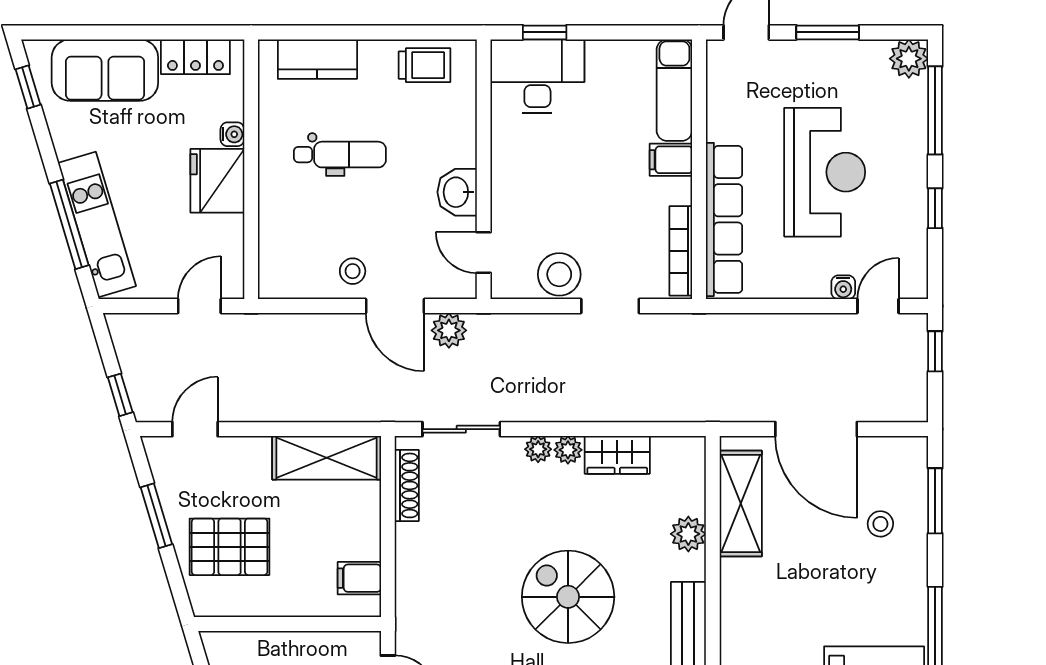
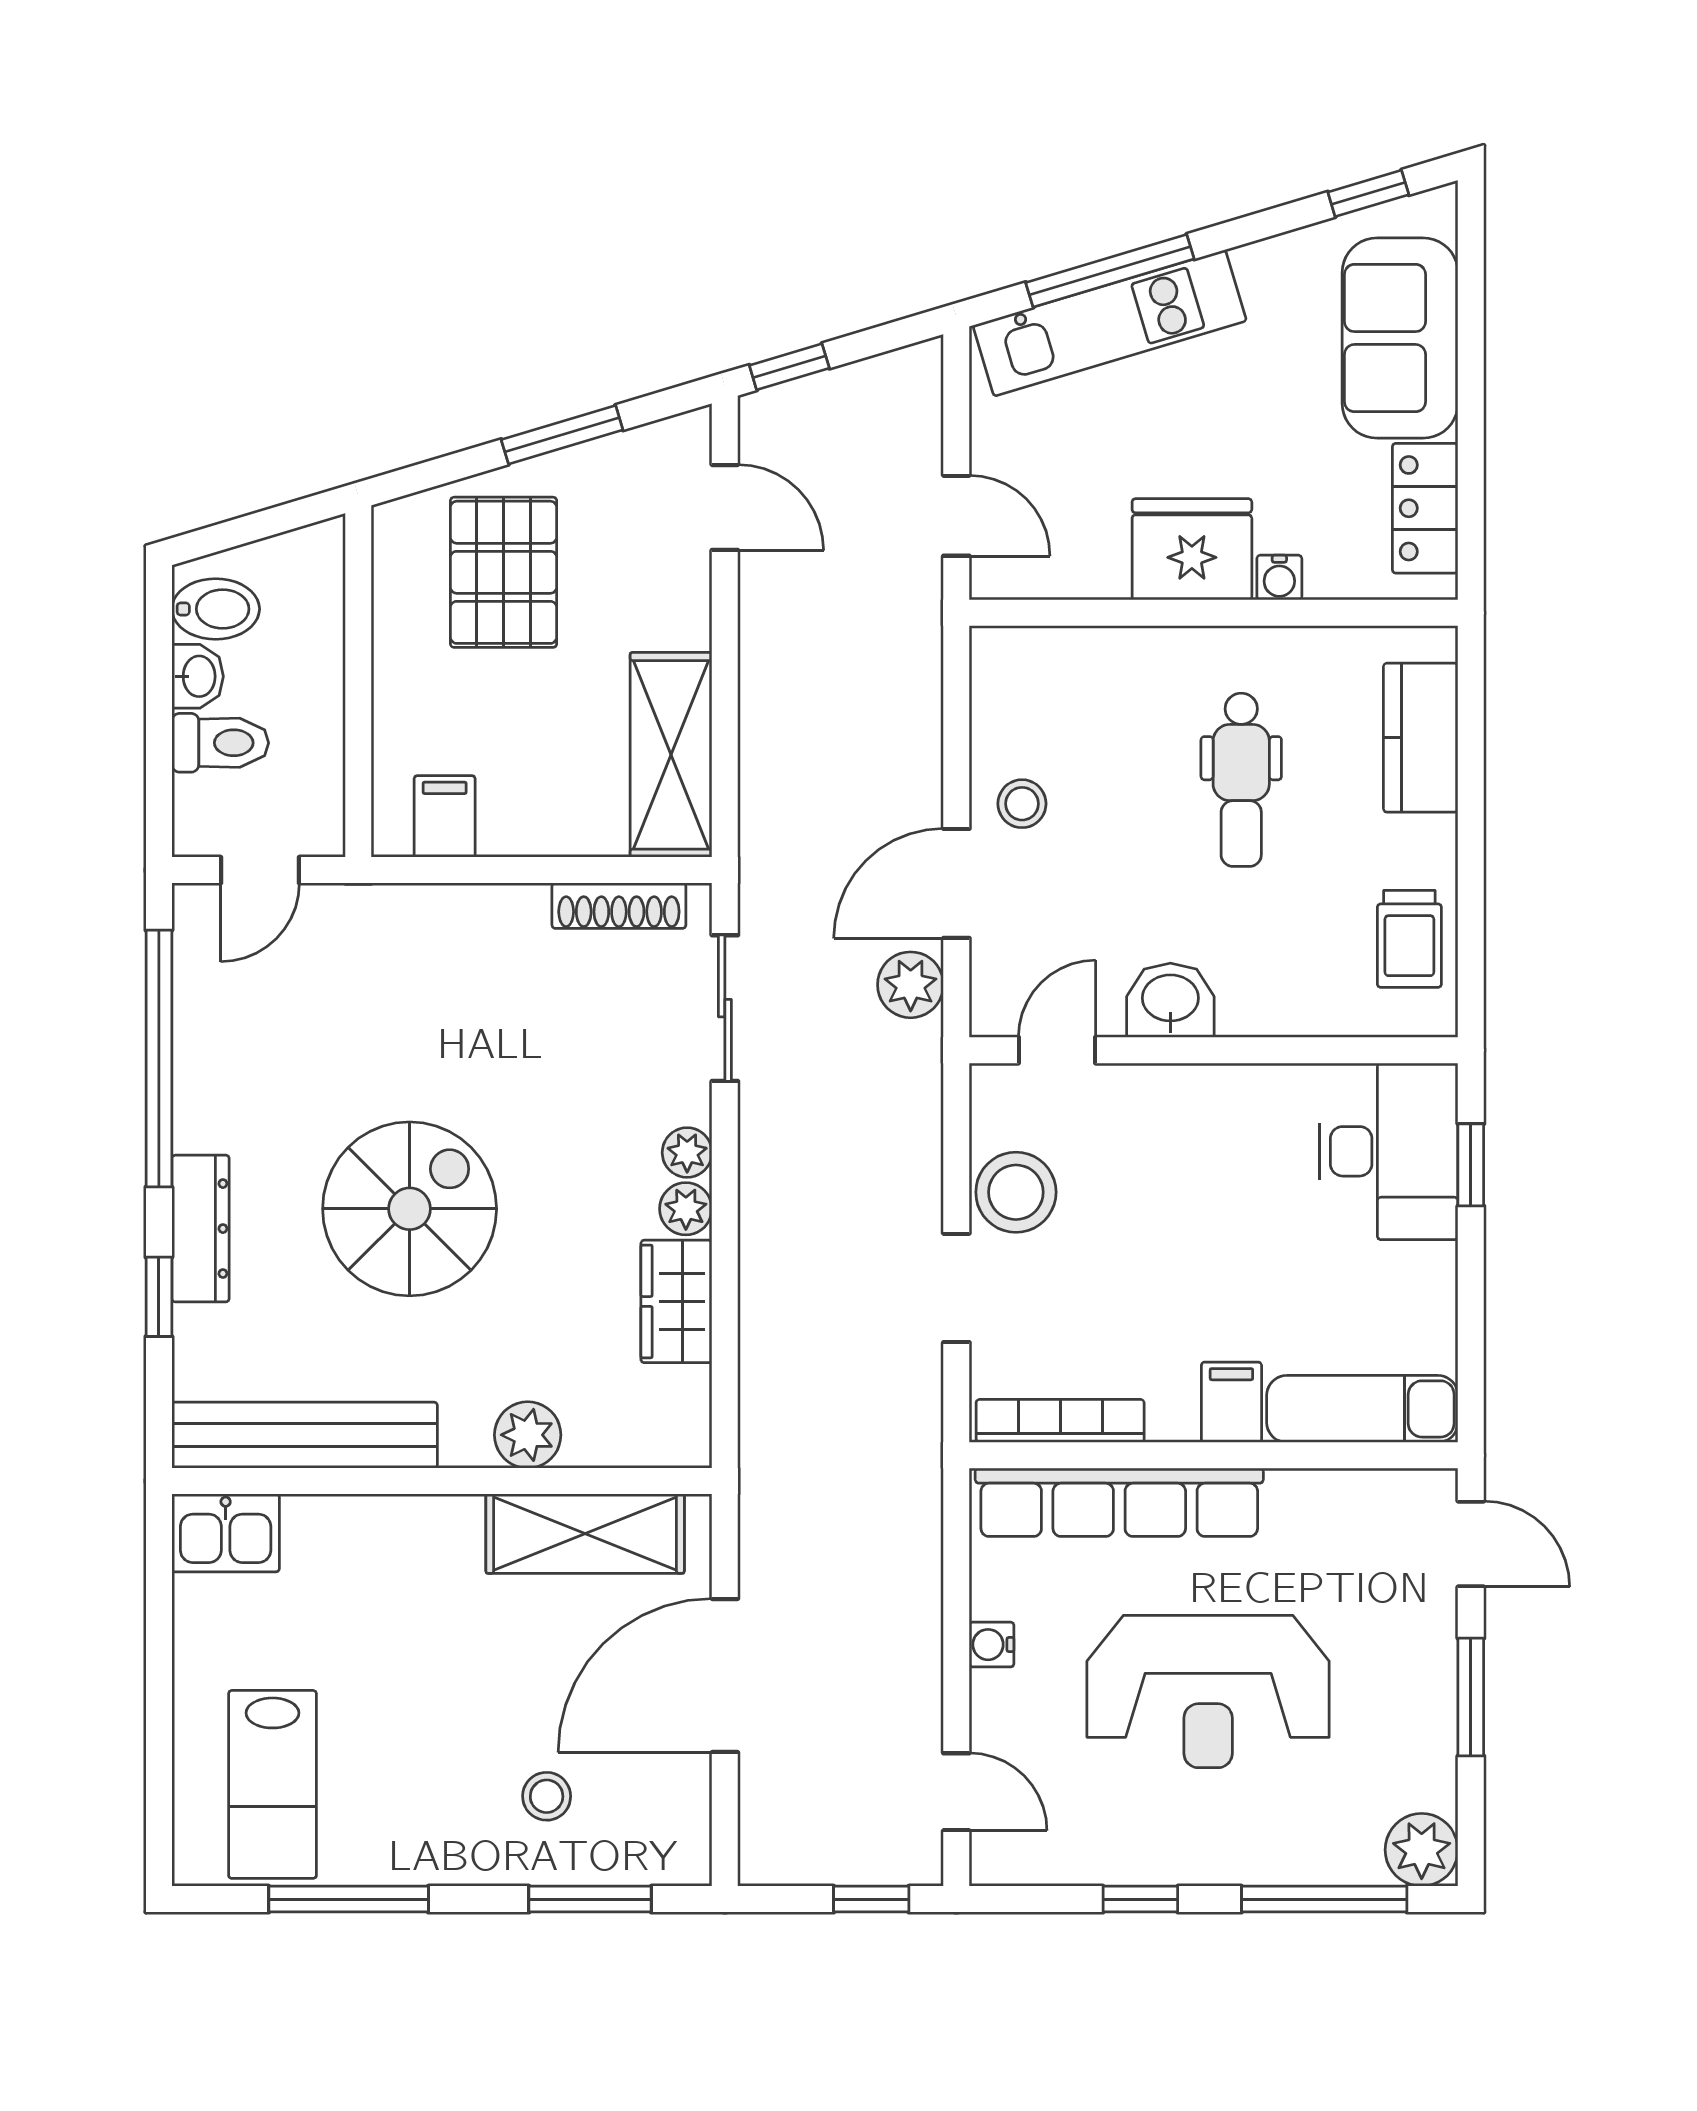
water cooler: (843, 287) -> (992, 1645), moved

